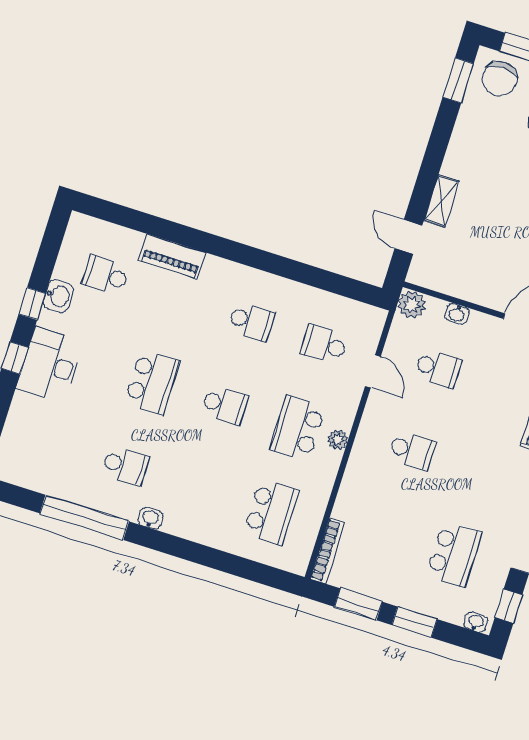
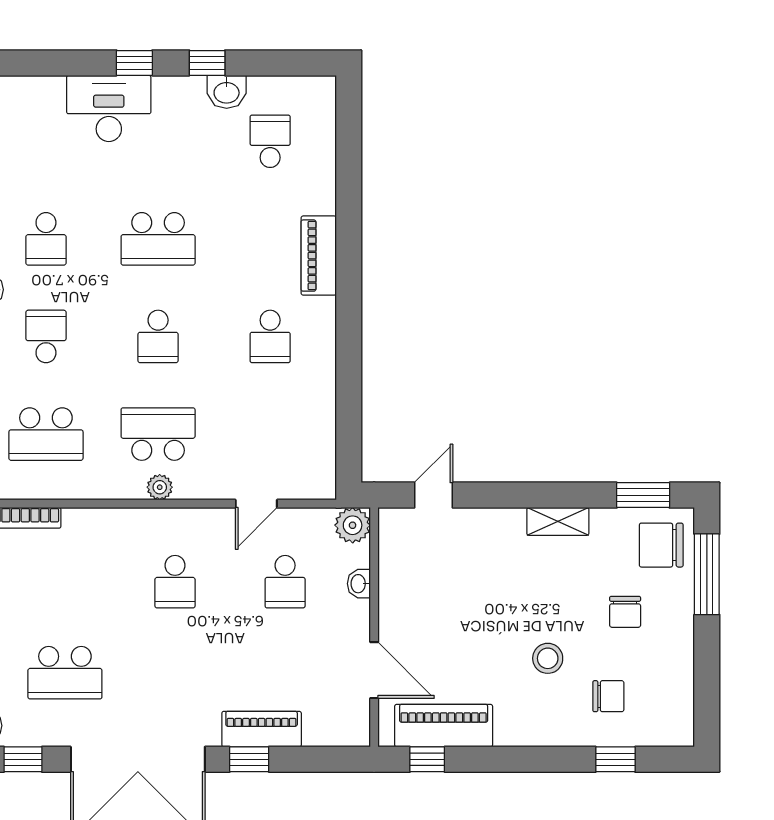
shelving: (441, 201) -> (558, 521), moved
piano: (172, 256) -> (319, 256), moved
school desk: (324, 345) -> (46, 336), moved
desk: (50, 365) -> (109, 108), moved

